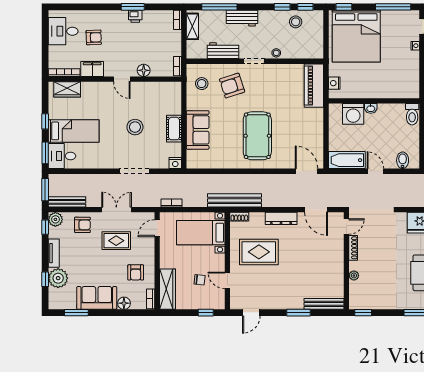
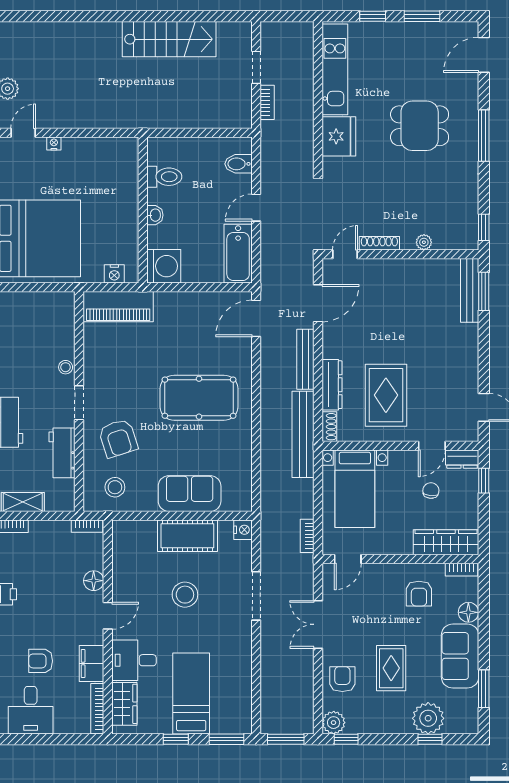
stool: (296, 22) -> (16, 336), removed
armchair: (94, 37) -> (41, 661), turned -88
washing machine: (353, 114) -> (164, 266), moved
toilet: (412, 114) -> (164, 177), moved
cot: (174, 129) -> (187, 536), width x1.37, depth x1.34
desk: (62, 156) -> (134, 660), moved, turned 90
bench: (67, 202) -> (305, 359), moved
dresser: (281, 218) -> (332, 385), moved
door: (346, 226) -> (345, 254), hinge flipped
door: (157, 228) -> (348, 559), hinge flipped
rug: (116, 241) -> (391, 668), moved
tv unit: (54, 253) -> (388, 725), removed
armchair: (136, 272) -> (419, 594), turned 90
dresser: (219, 299) -> (462, 459), added
window: (298, 313) -> (484, 291), moved

